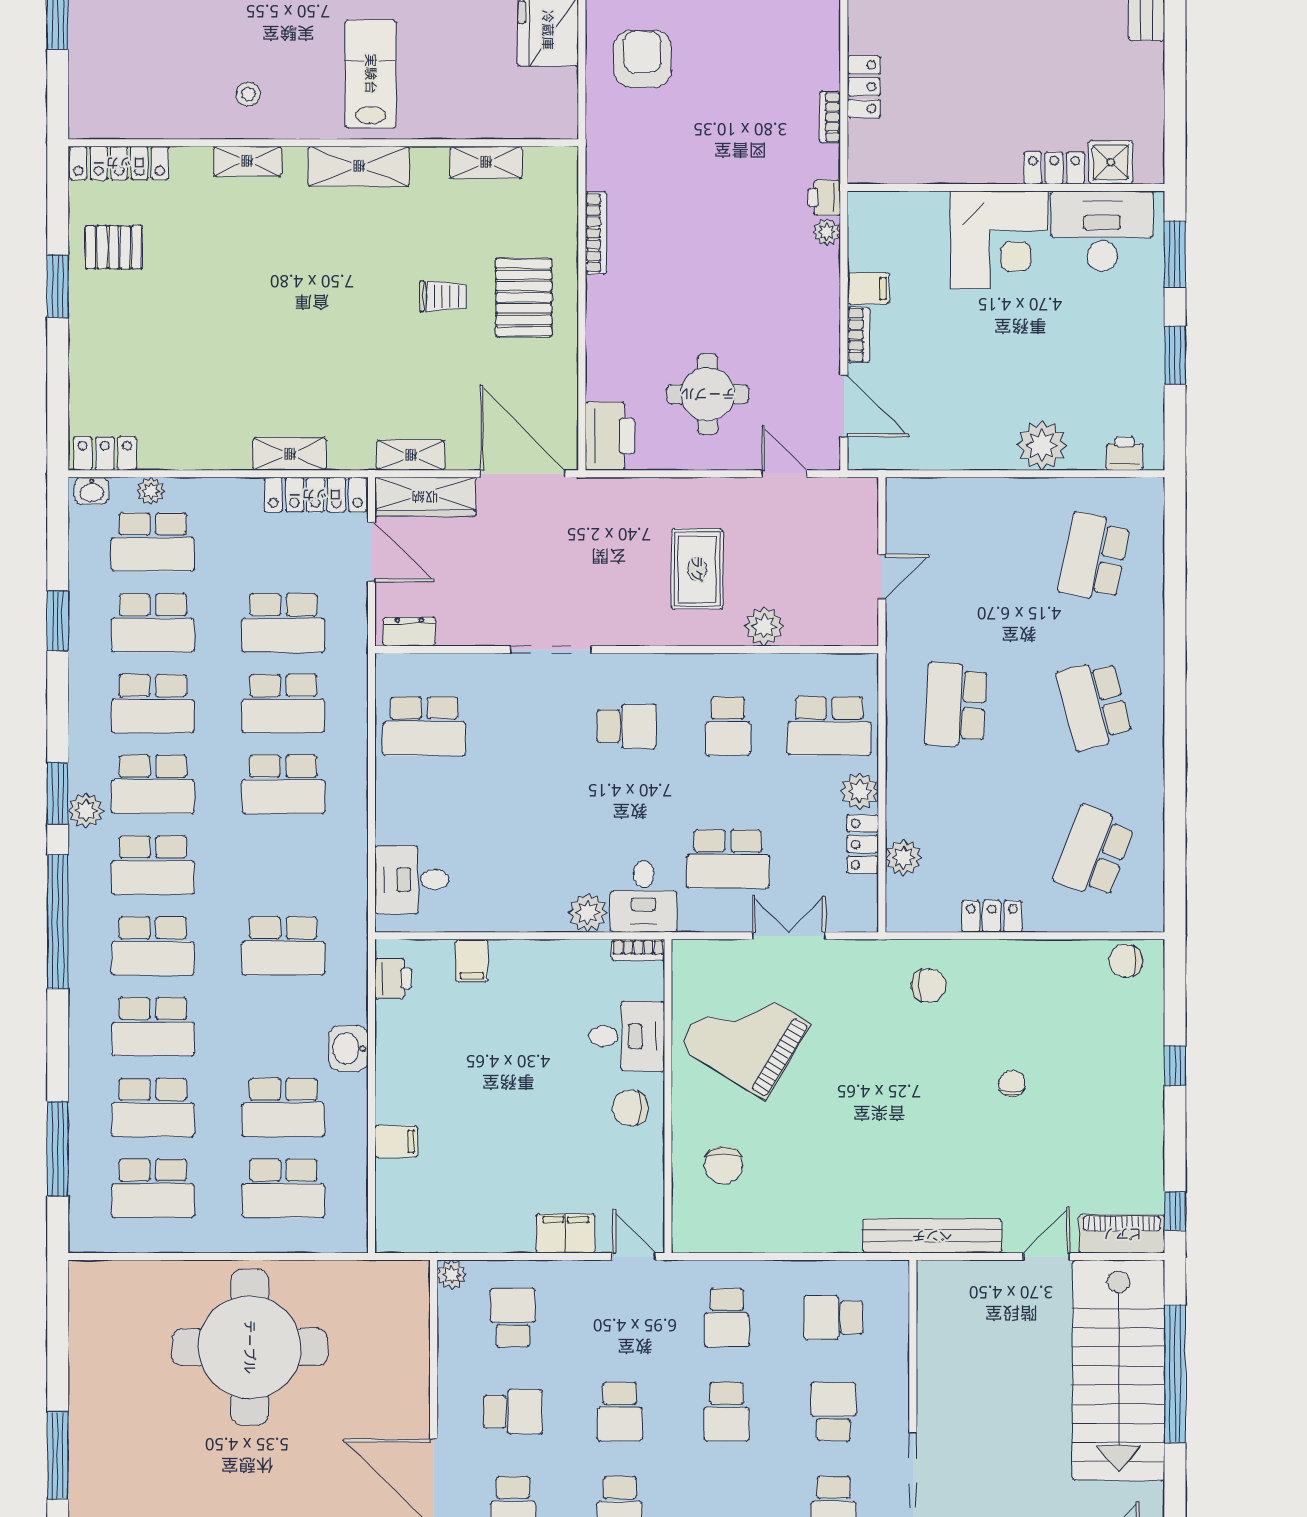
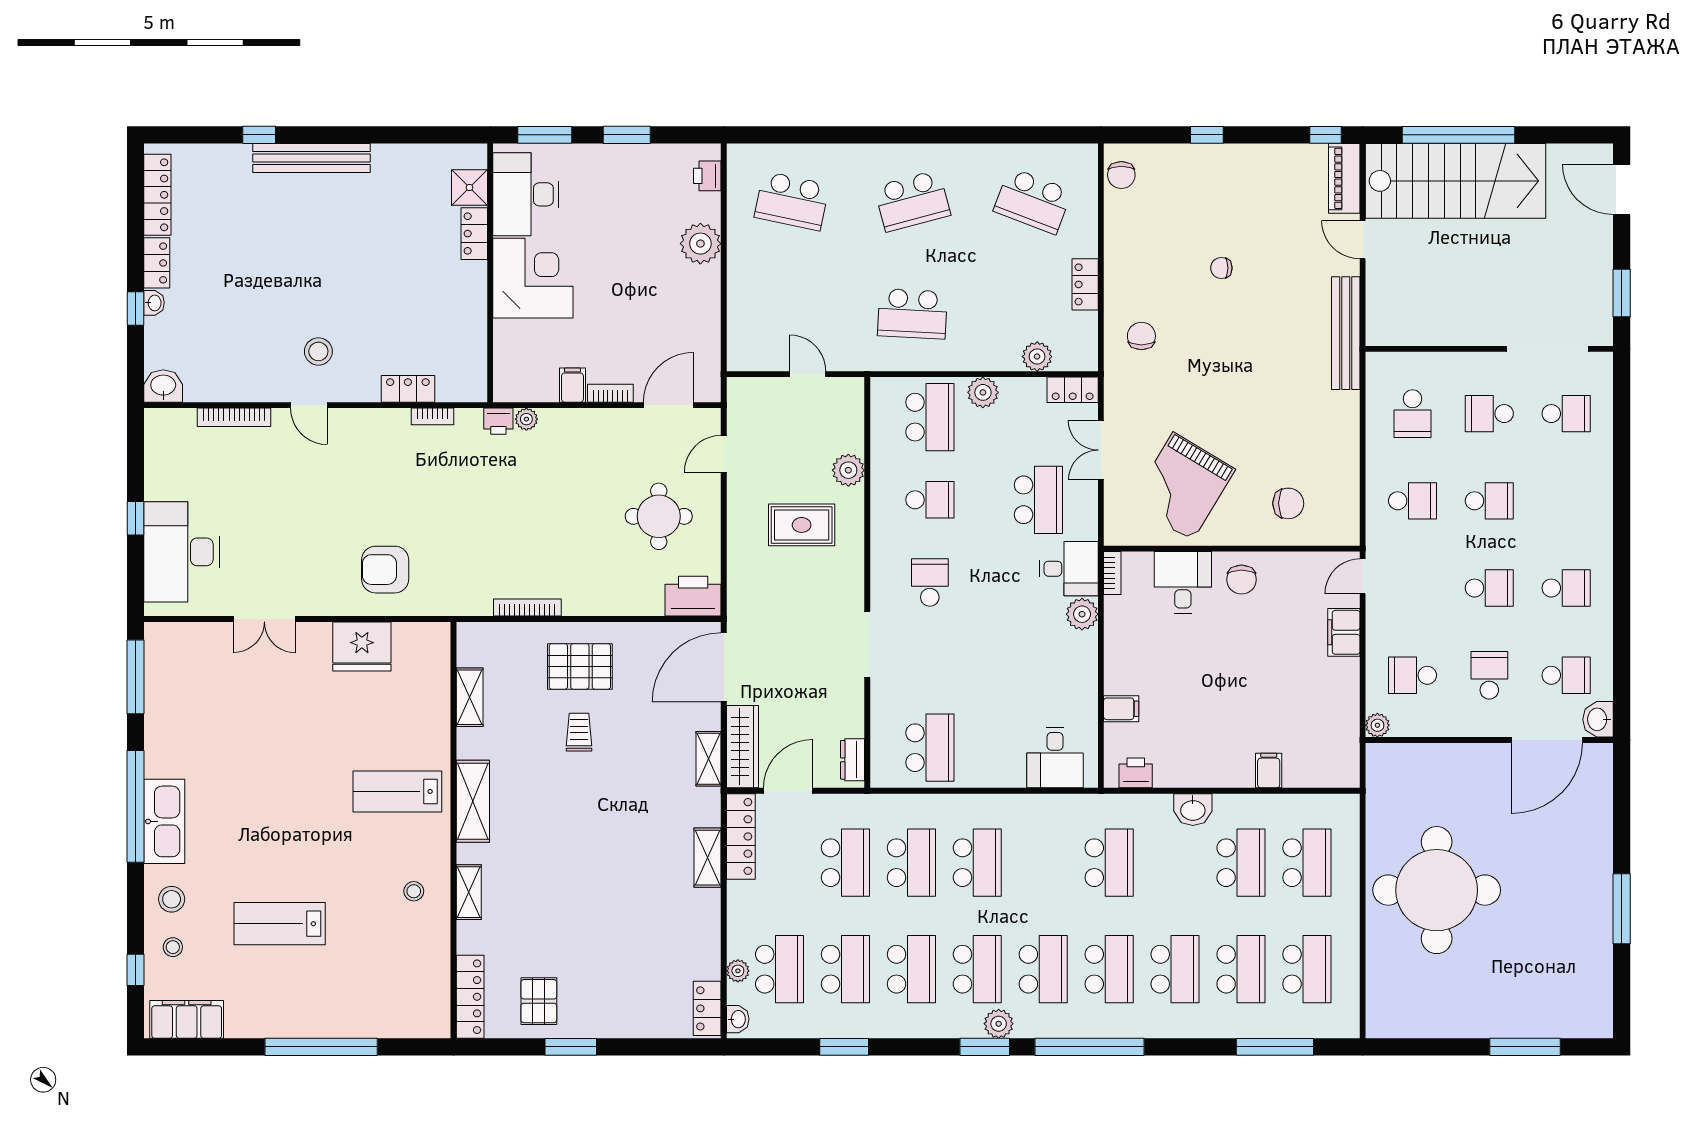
locker: (863, 844) -> (1073, 390), moved

